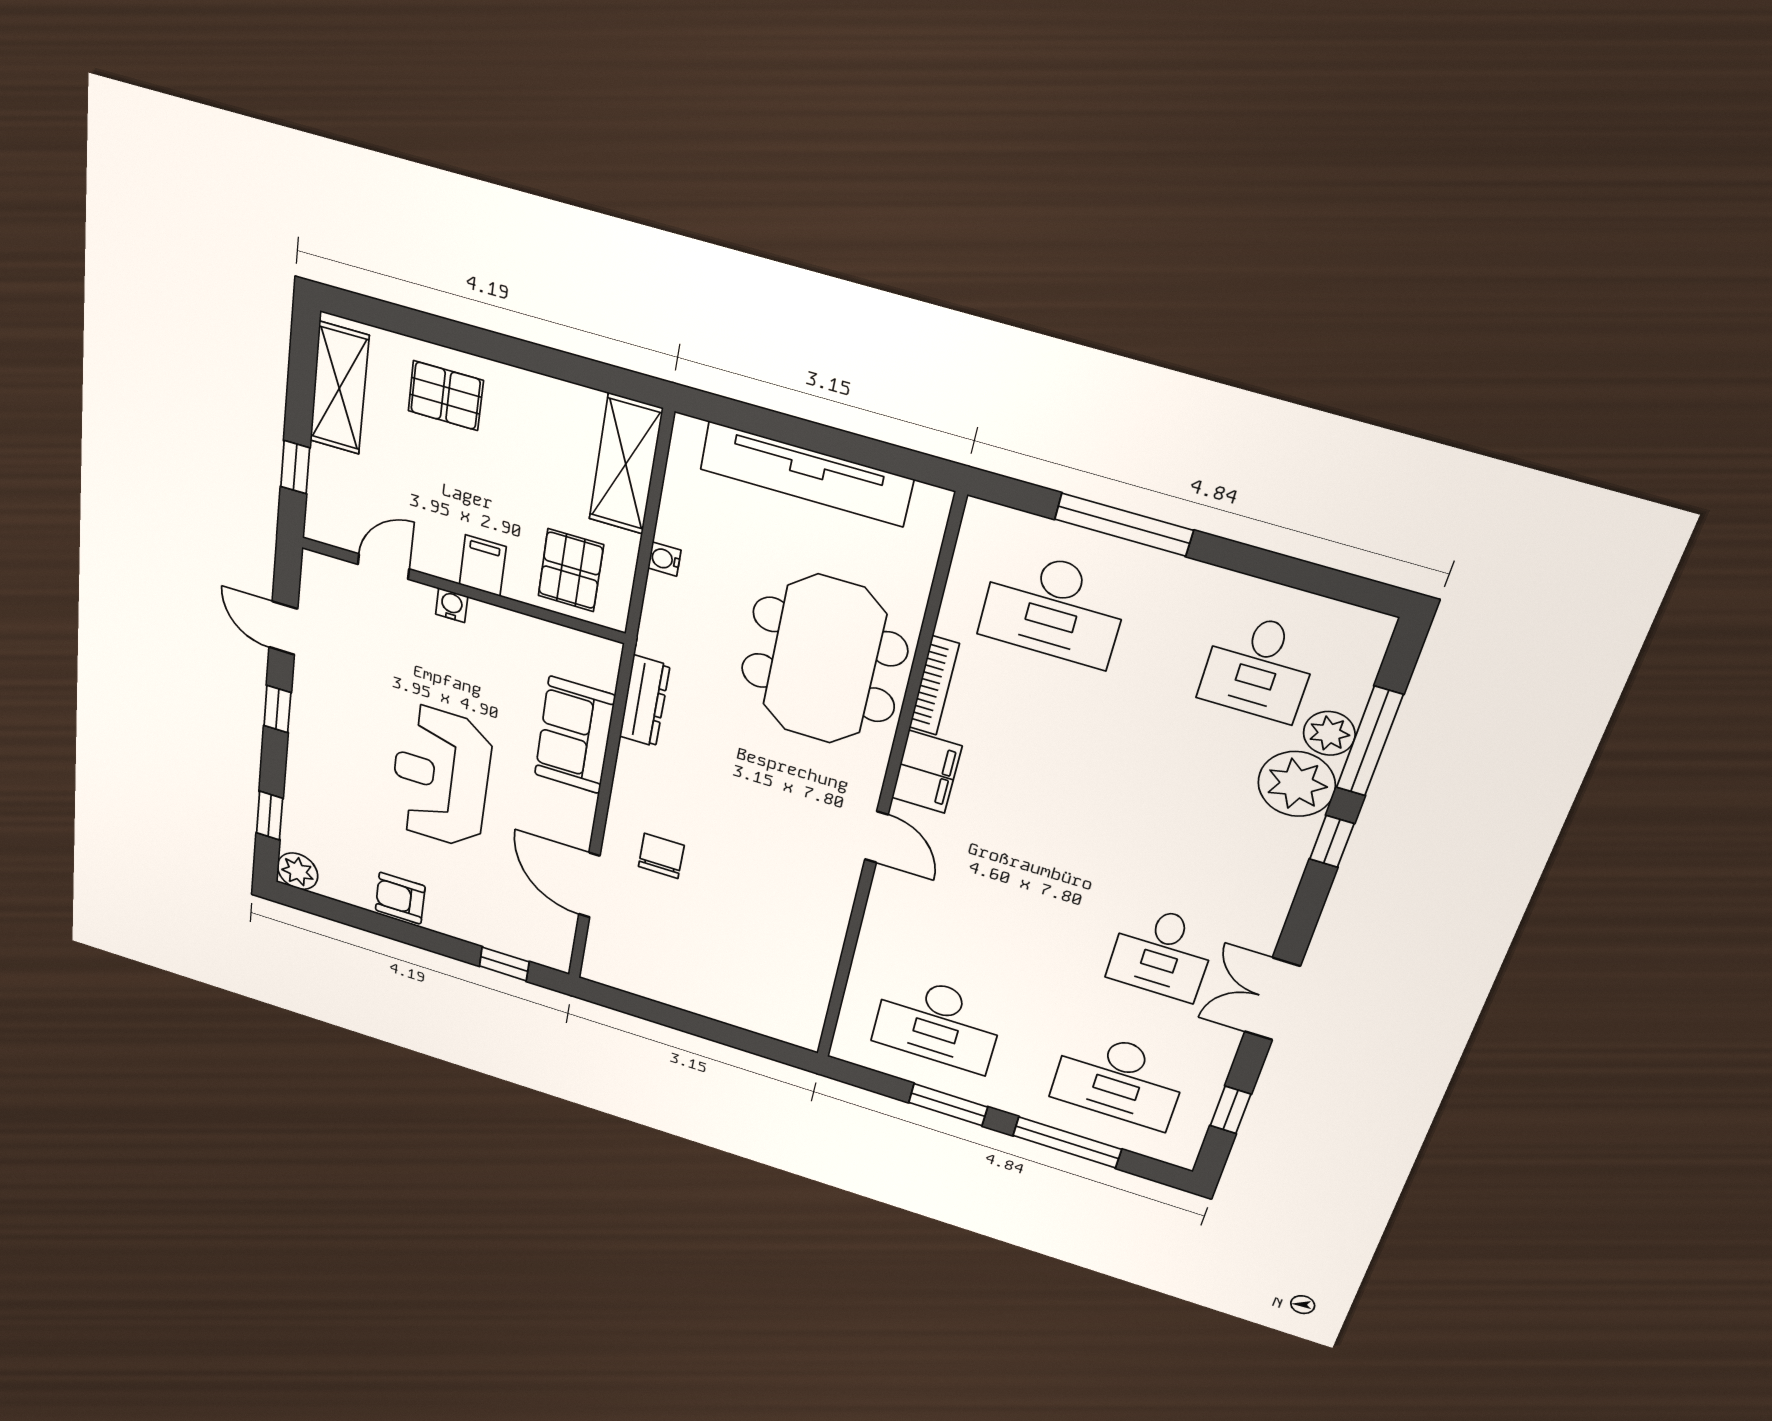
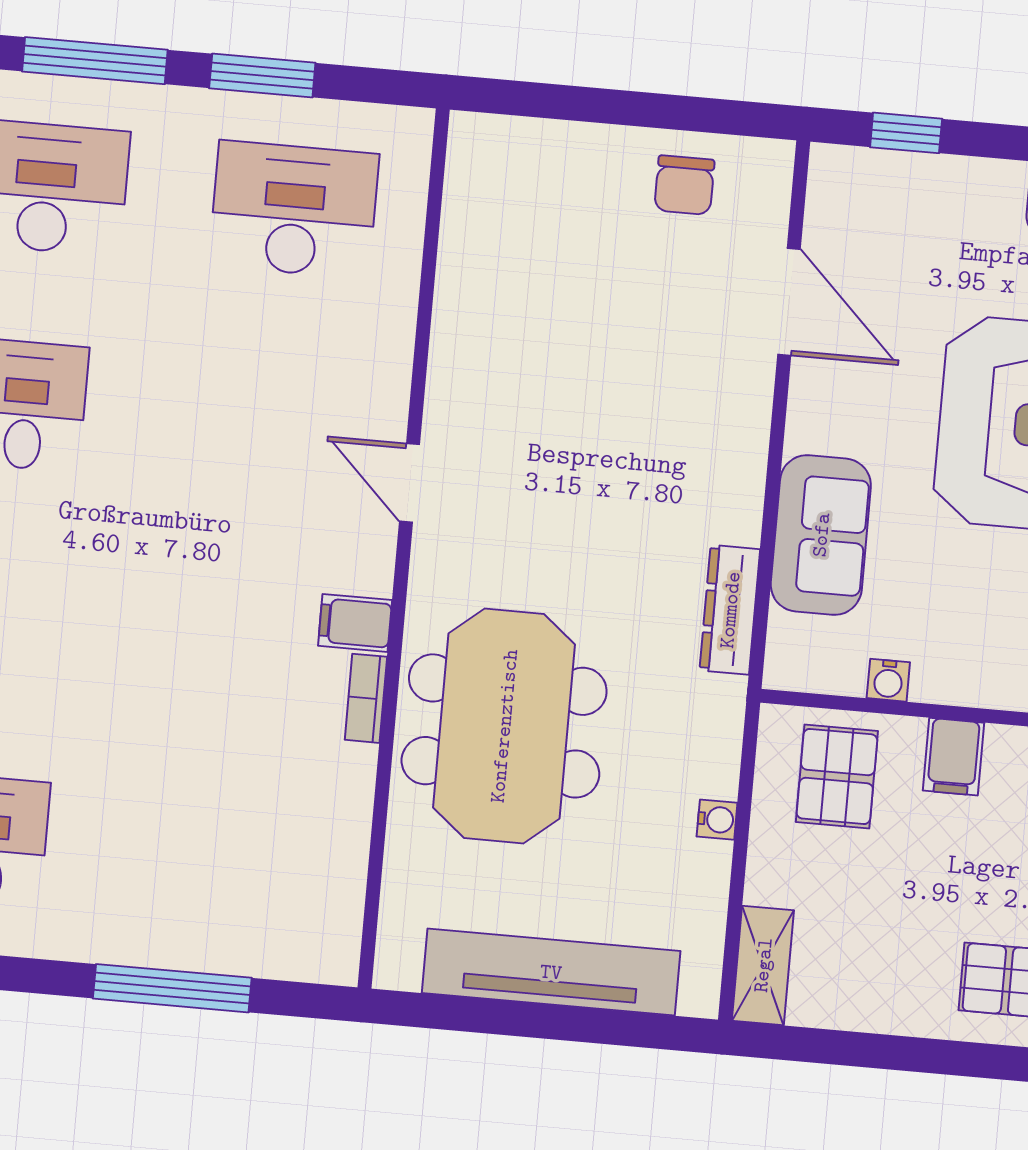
shelving: (626, 464) -> (763, 965), width x0.67, depth x0.75
water cooler: (452, 605) -> (888, 680), moved
desk: (1054, 608) -> (236, 863), removed
bookcase: (934, 686) -> (366, 698), width x0.64
filing cabinet: (927, 772) -> (355, 623), width x0.50
chair: (661, 856) -> (684, 185), moved

